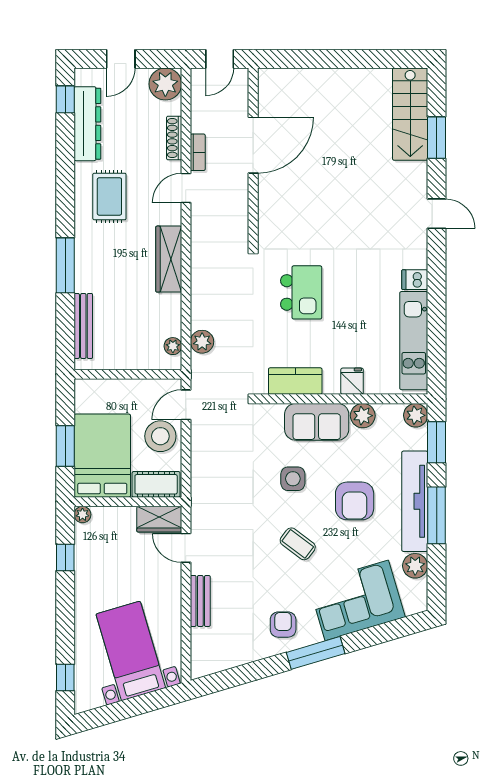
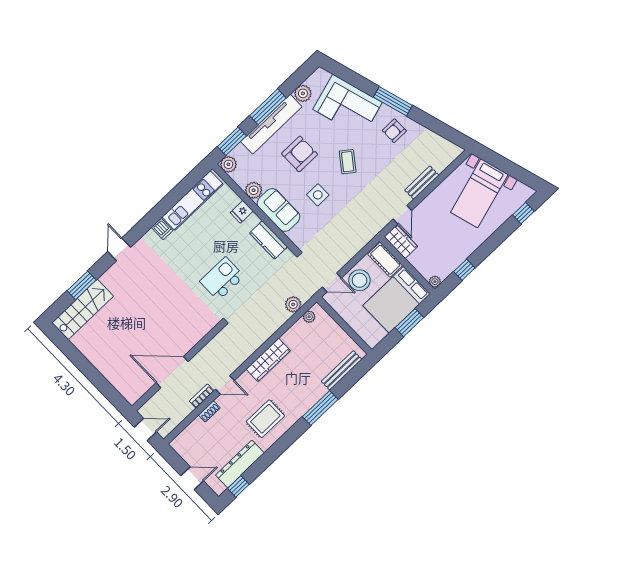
plant: (165, 84) -> (183, 444), removed
shoe rack: (174, 138) -> (209, 411), width x0.70

